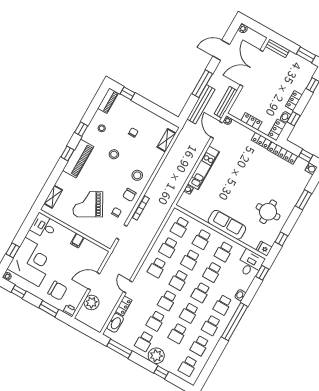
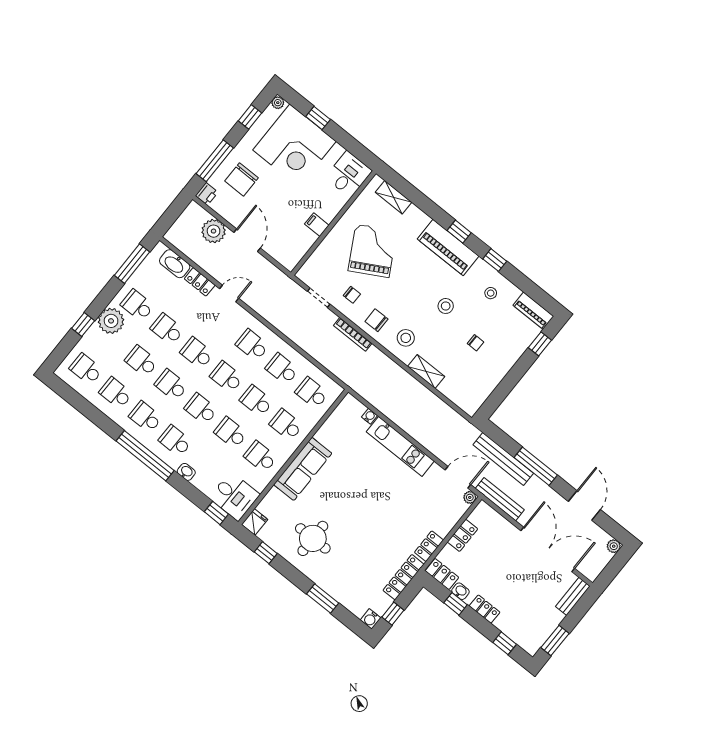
shelving: (167, 140) -> (426, 371), moved
window: (49, 309) -> (215, 161), width x1.44

